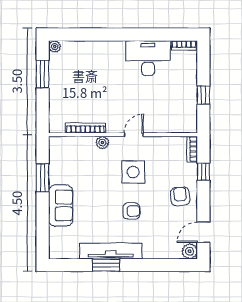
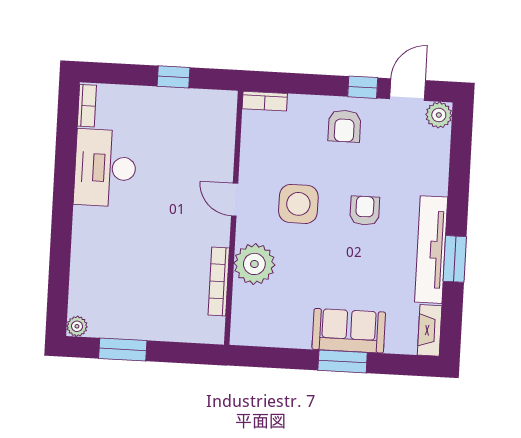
plant: (102, 143) -> (254, 264), width x1.88, depth x1.88
window: (203, 172) -> (363, 87), moved
window: (43, 178) -> (343, 361), moved
armchair: (180, 196) -> (344, 126), turned -84
door: (203, 232) -> (408, 90), swing flipped
fireplace: (63, 253) -> (430, 330), added

